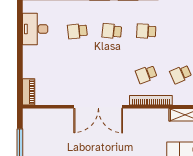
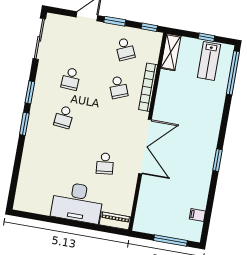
desk: (35, 29) -> (77, 202), moved, width x1.36, depth x1.30
school desk: (77, 31) -> (105, 163), moved

